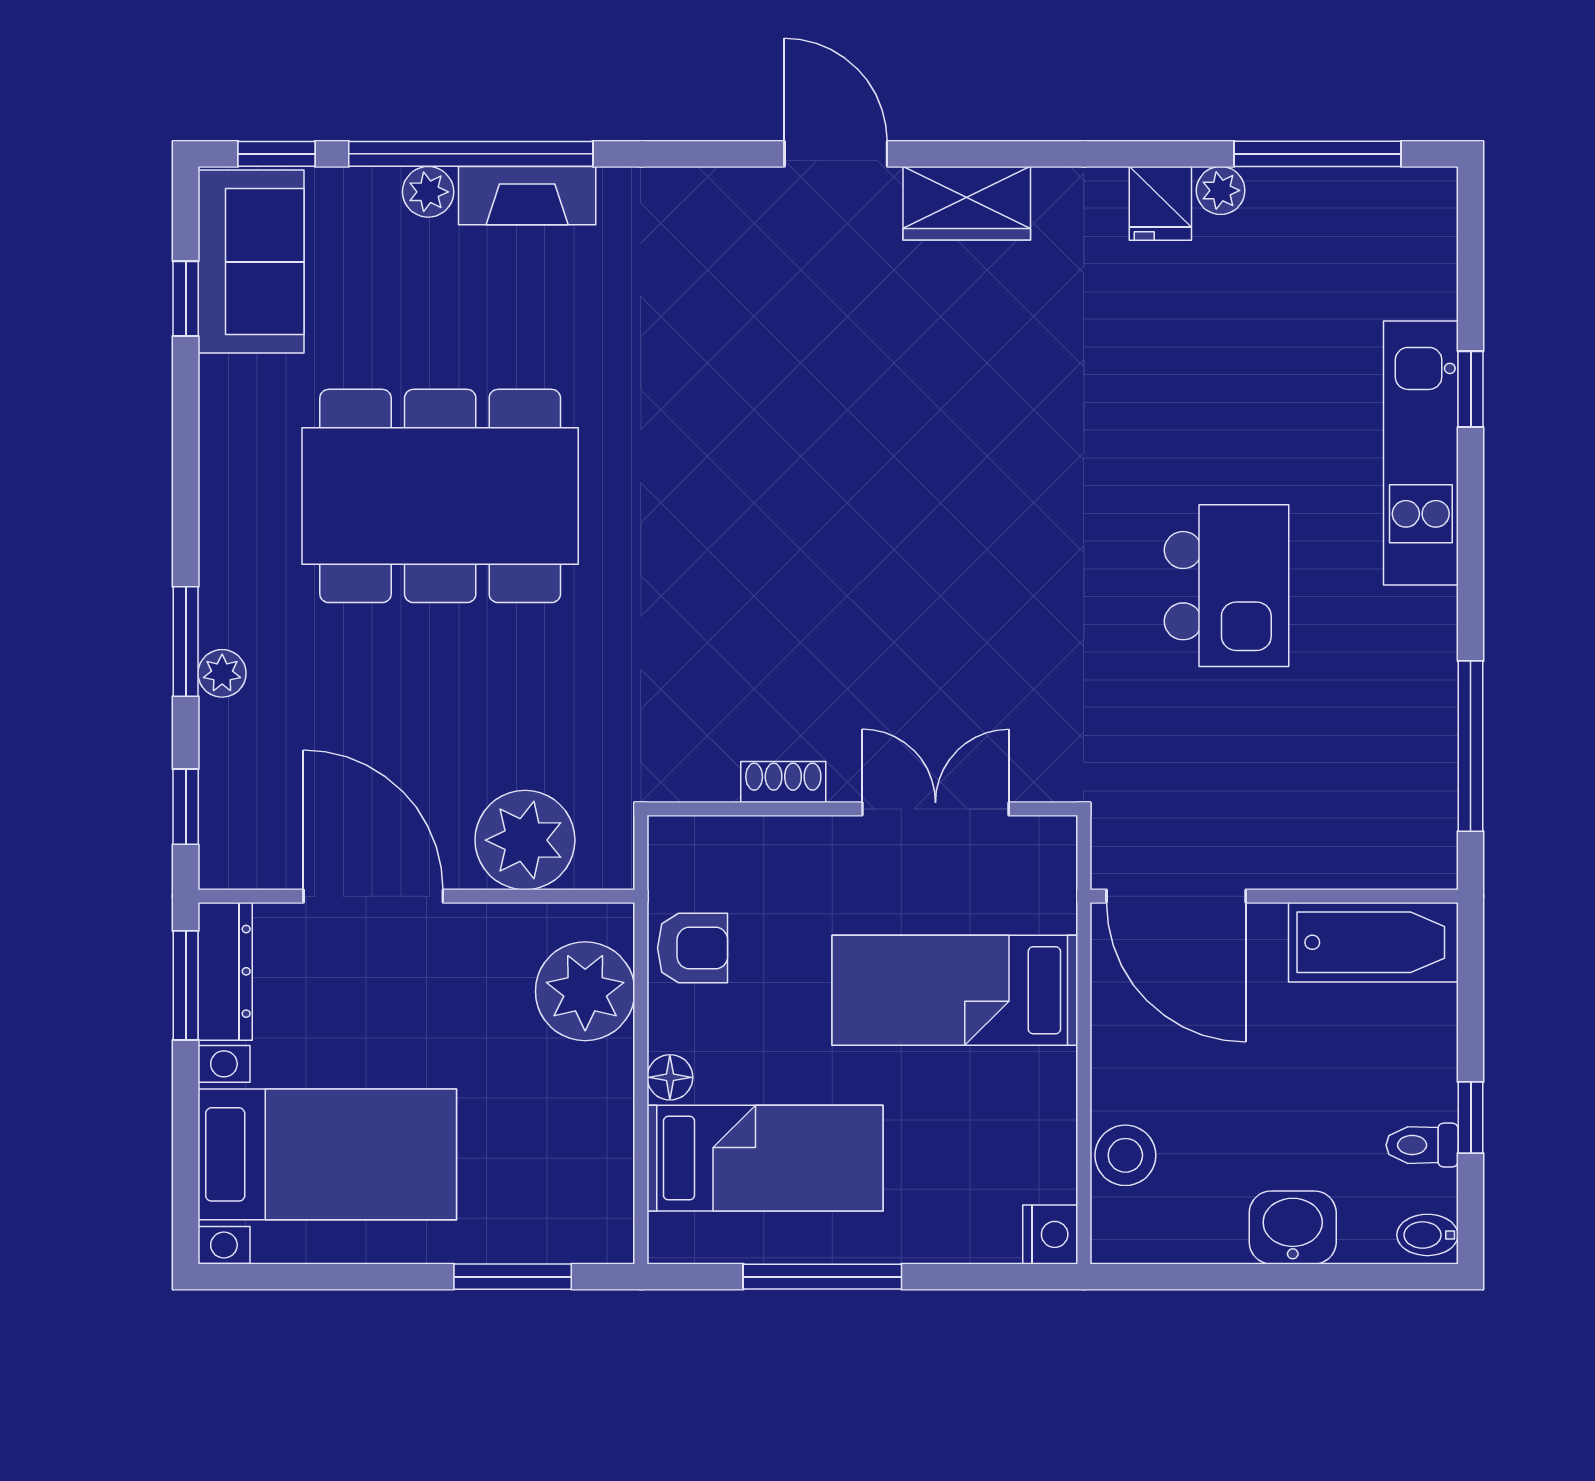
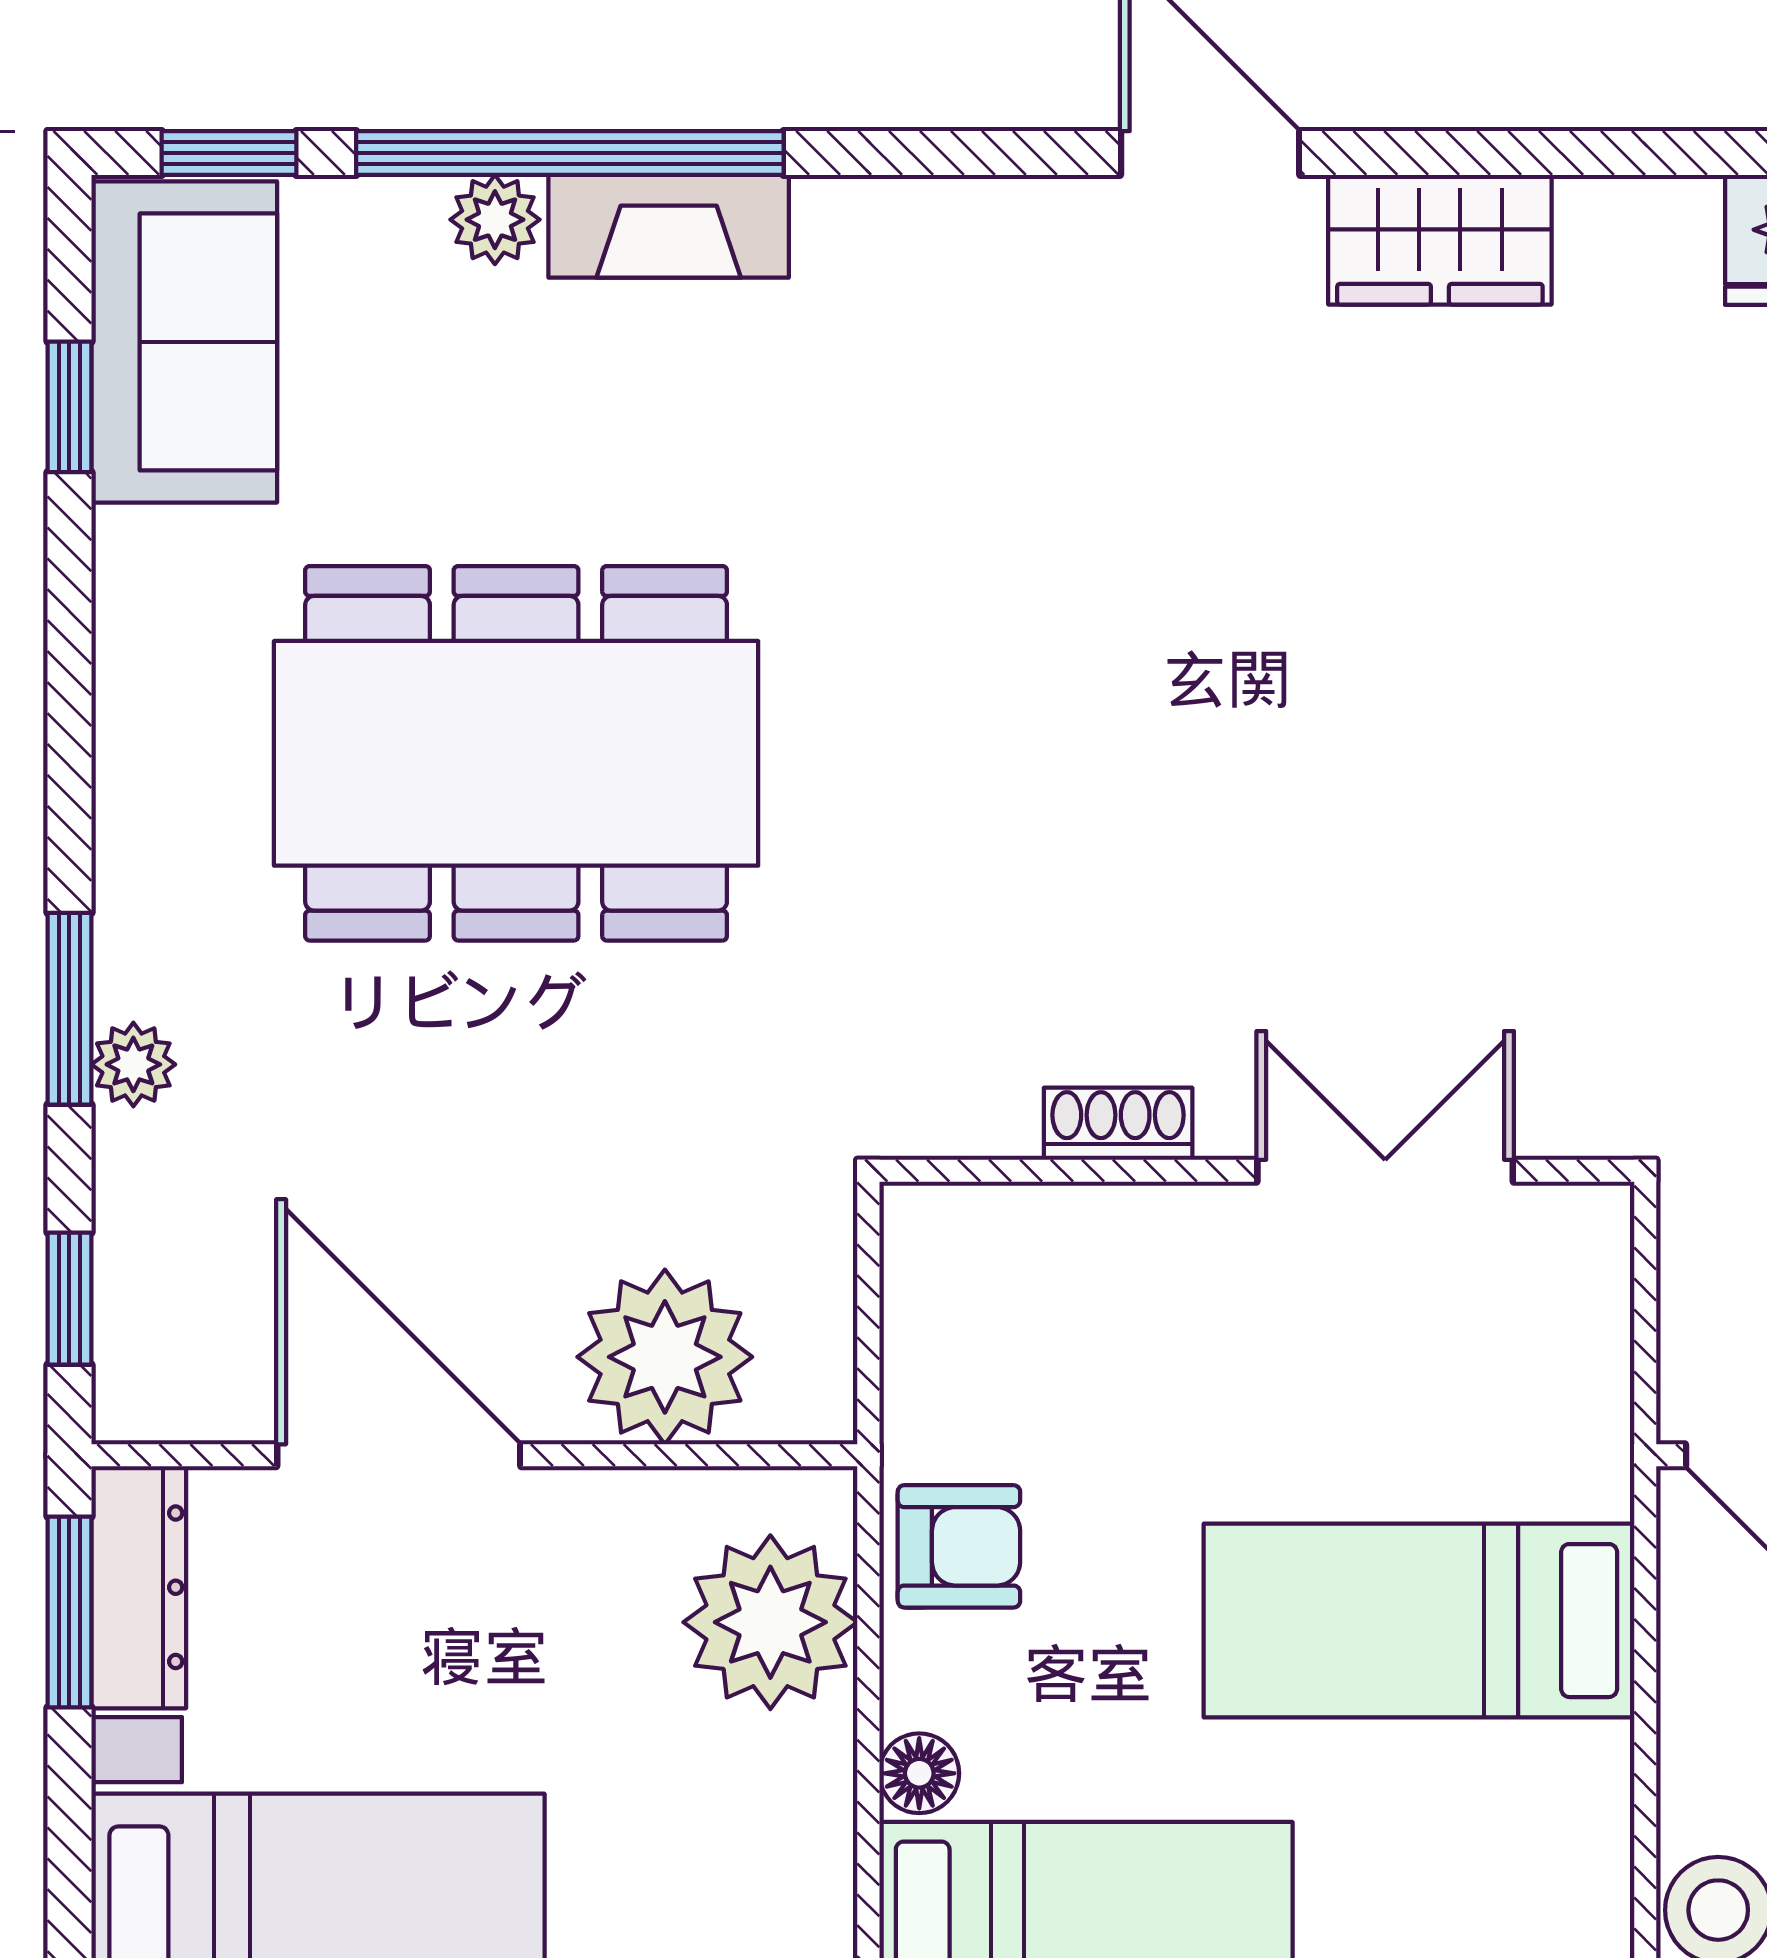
shoe rack: (783, 782) -> (1118, 1124), moved
wall: (862, 809) -> (1257, 1171), moved
double door: (936, 809) -> (1385, 1171), moved

